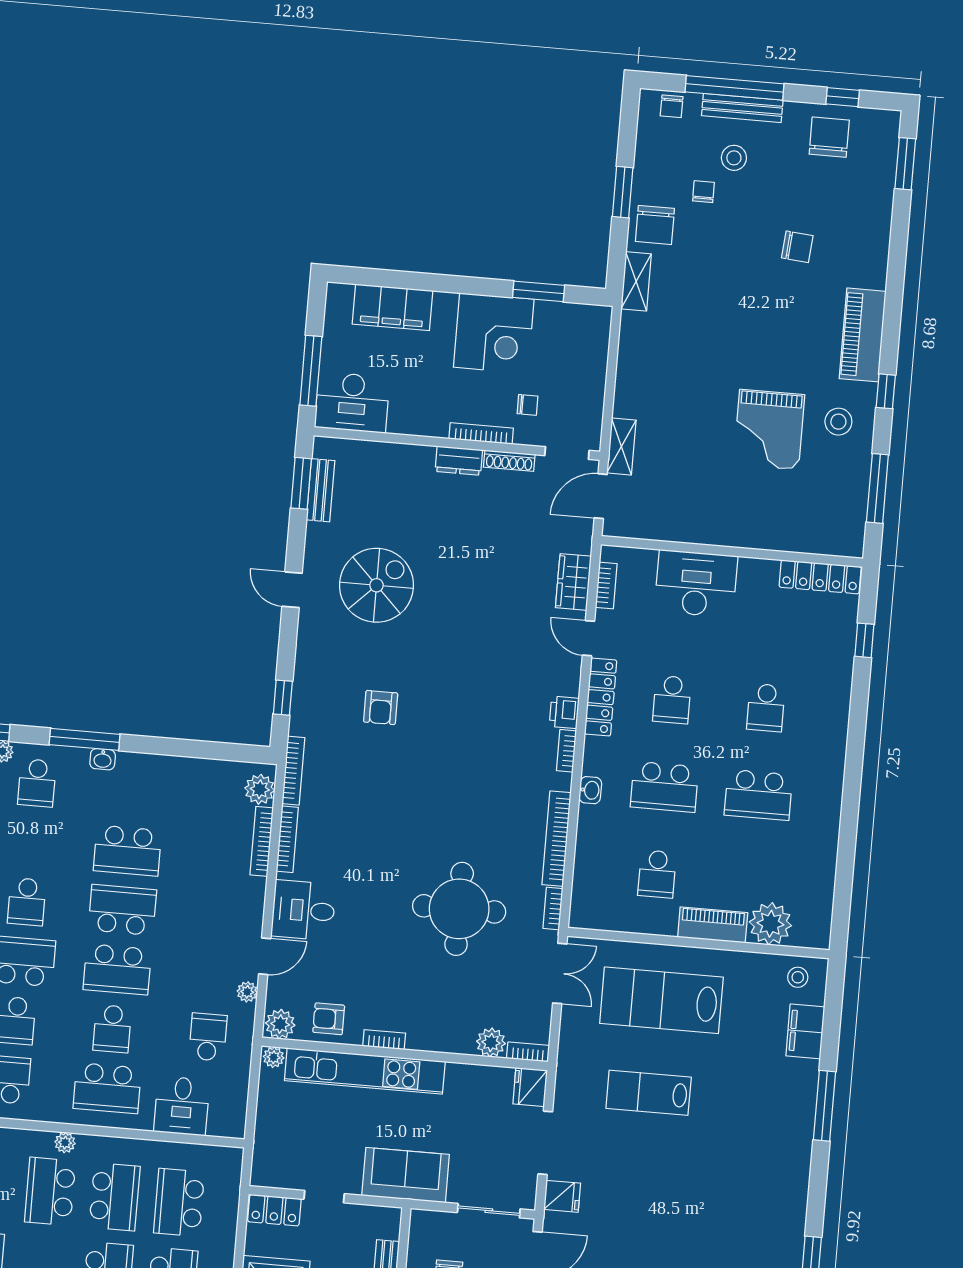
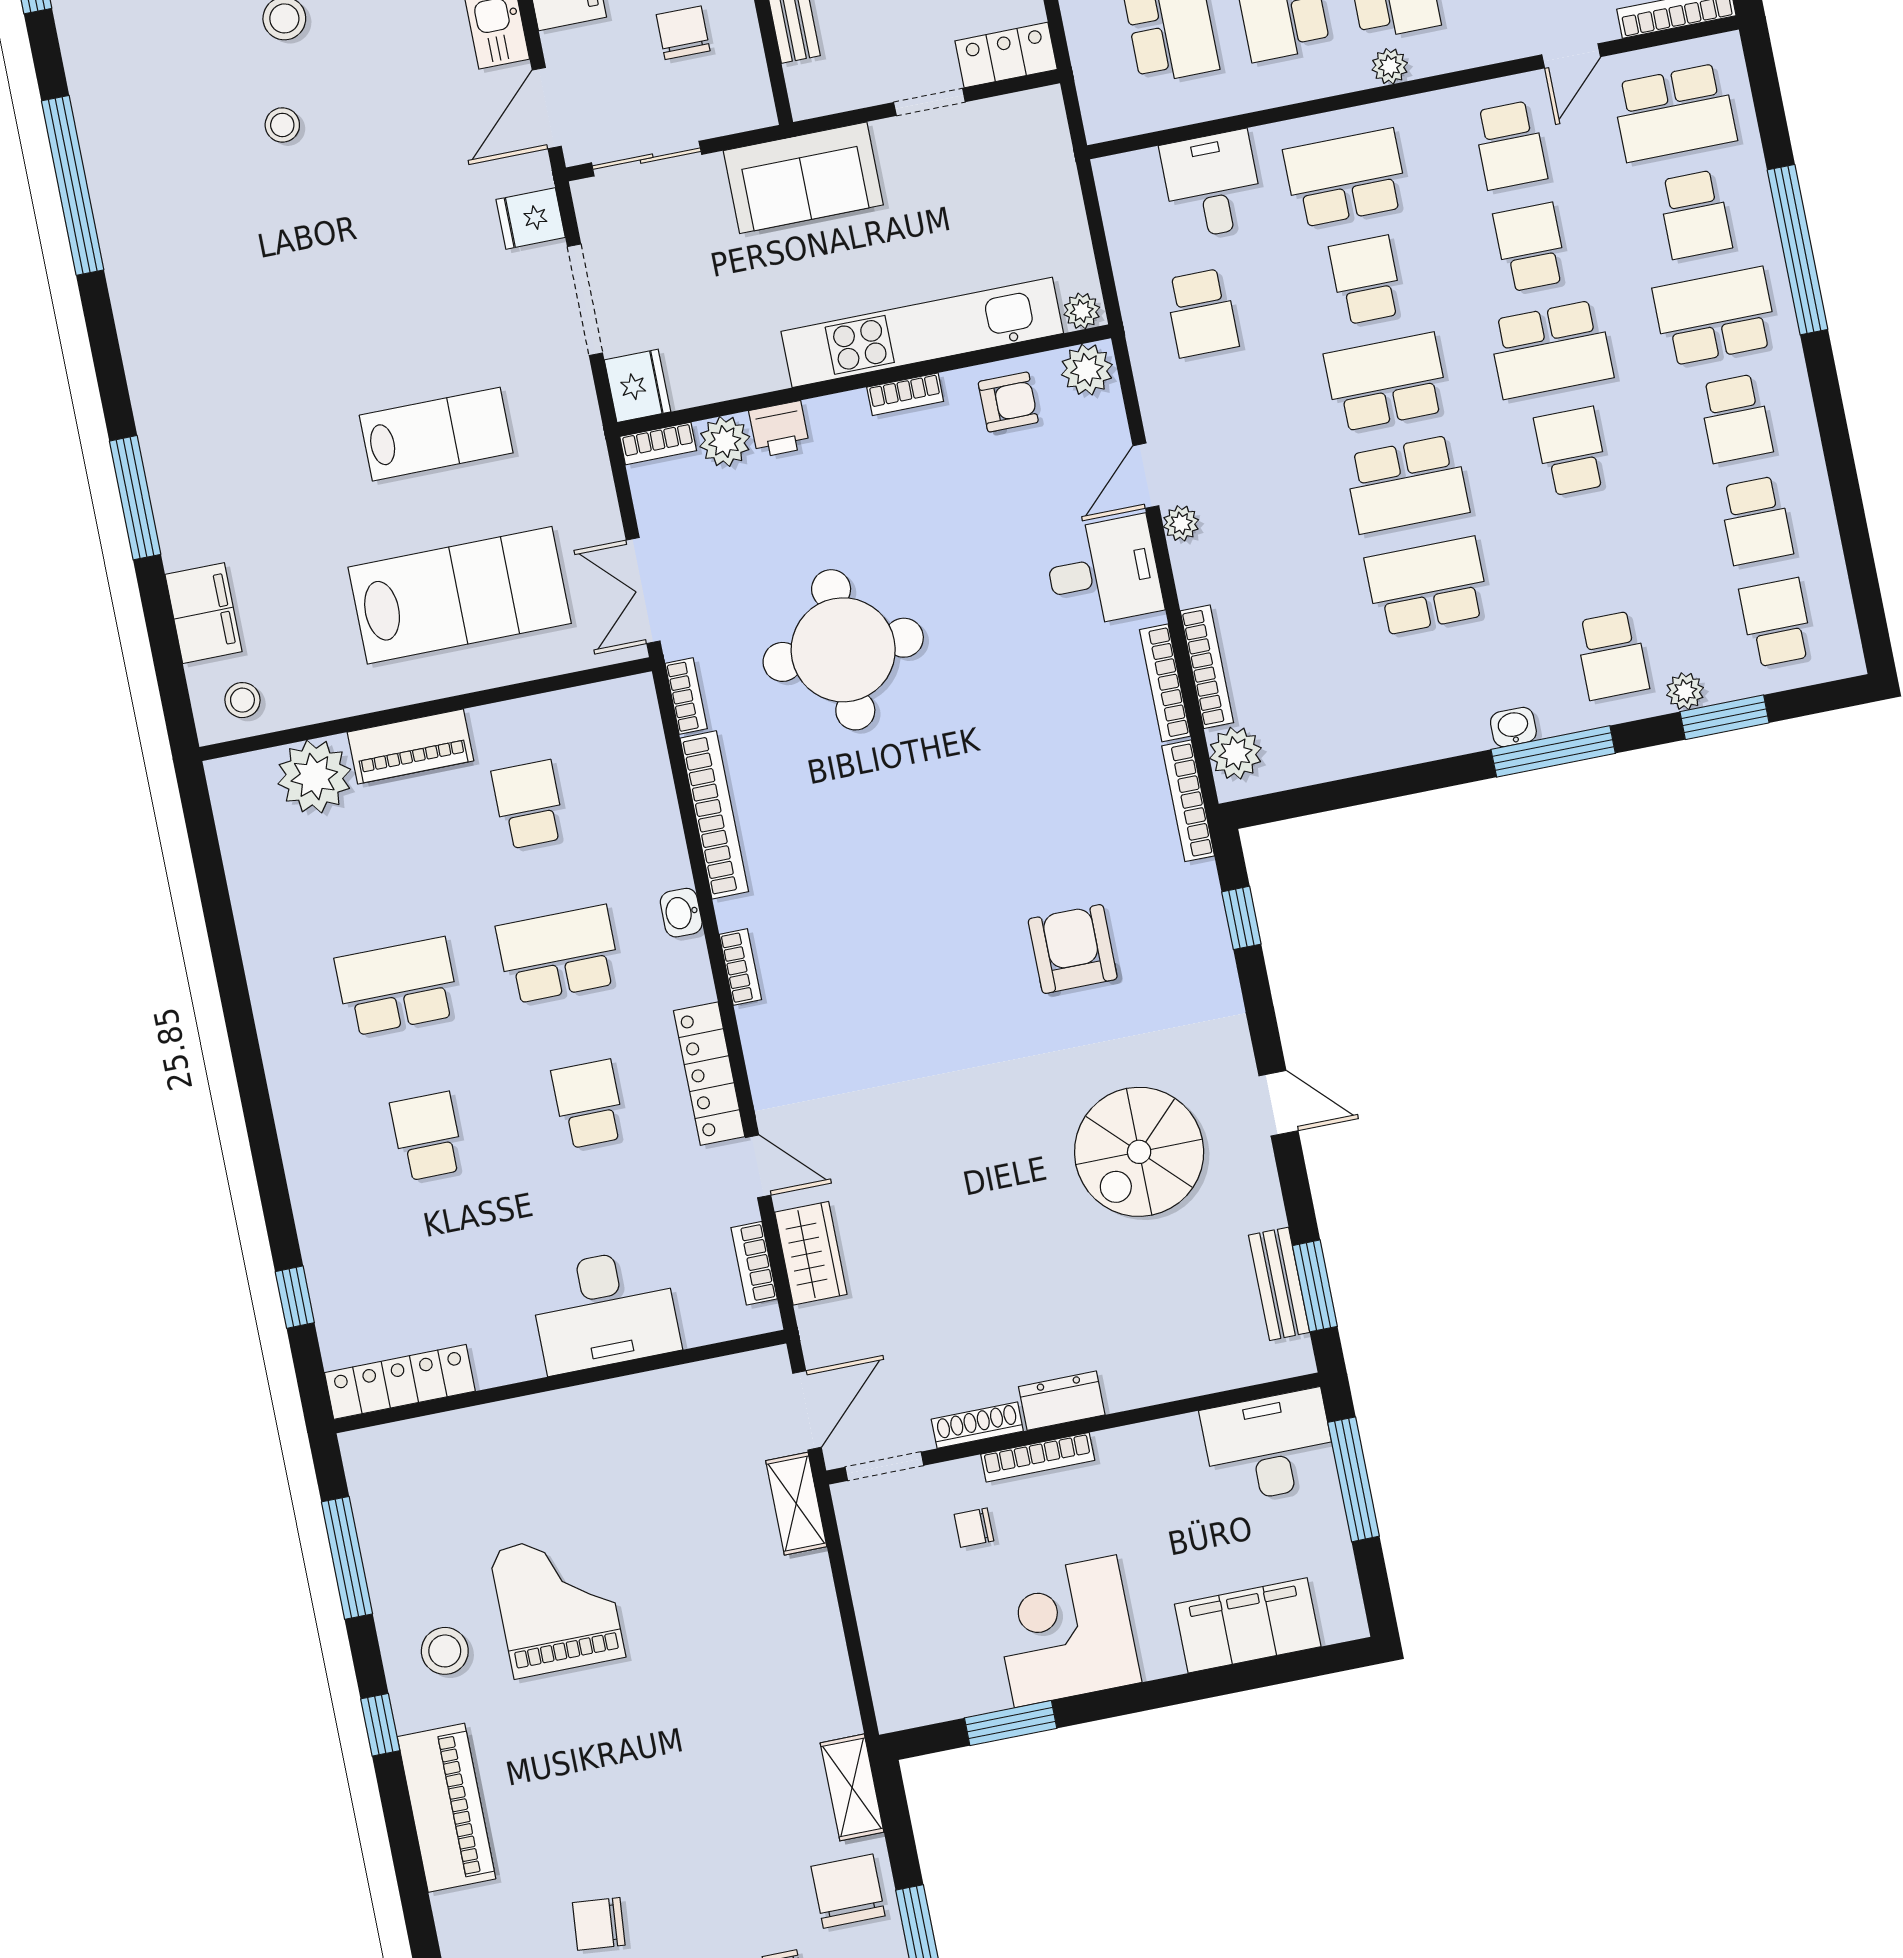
armchair: (381, 708) -> (1073, 949), width x1.38, depth x1.38
printer: (564, 712) -> (779, 429), moved, turned 90
school desk: (37, 783) -> (1612, 655), turned 180
plant: (247, 992) -> (1181, 523), moved

